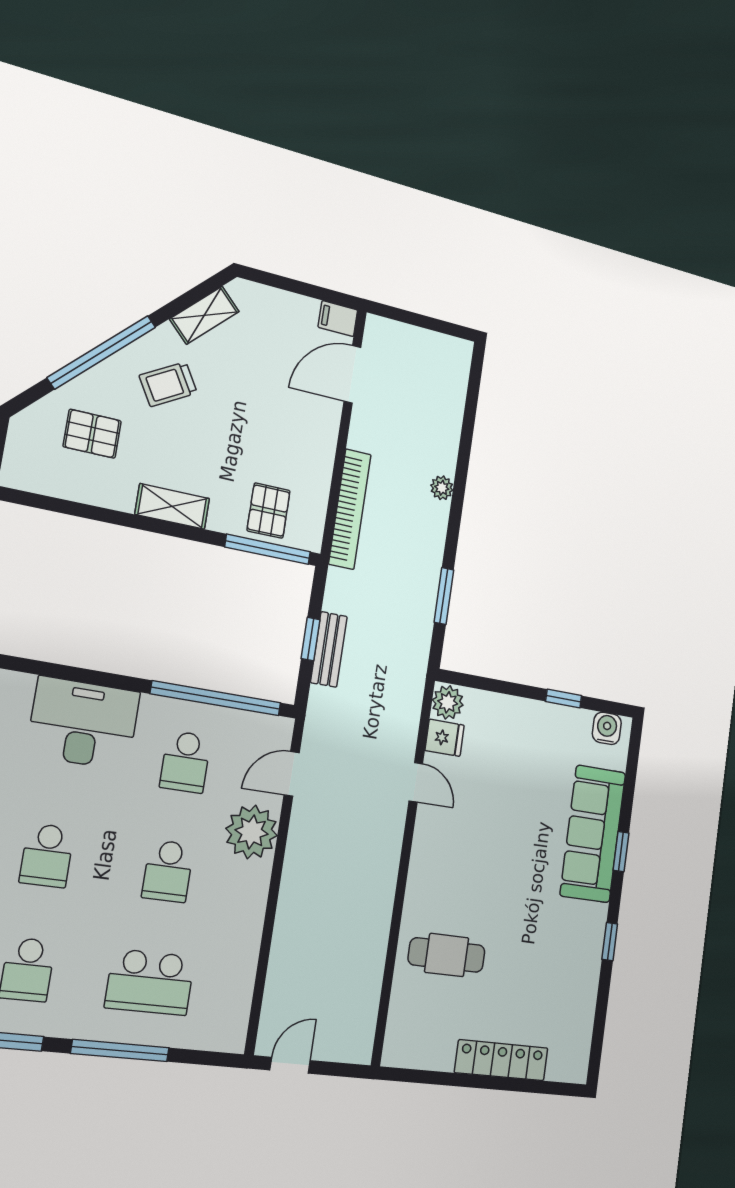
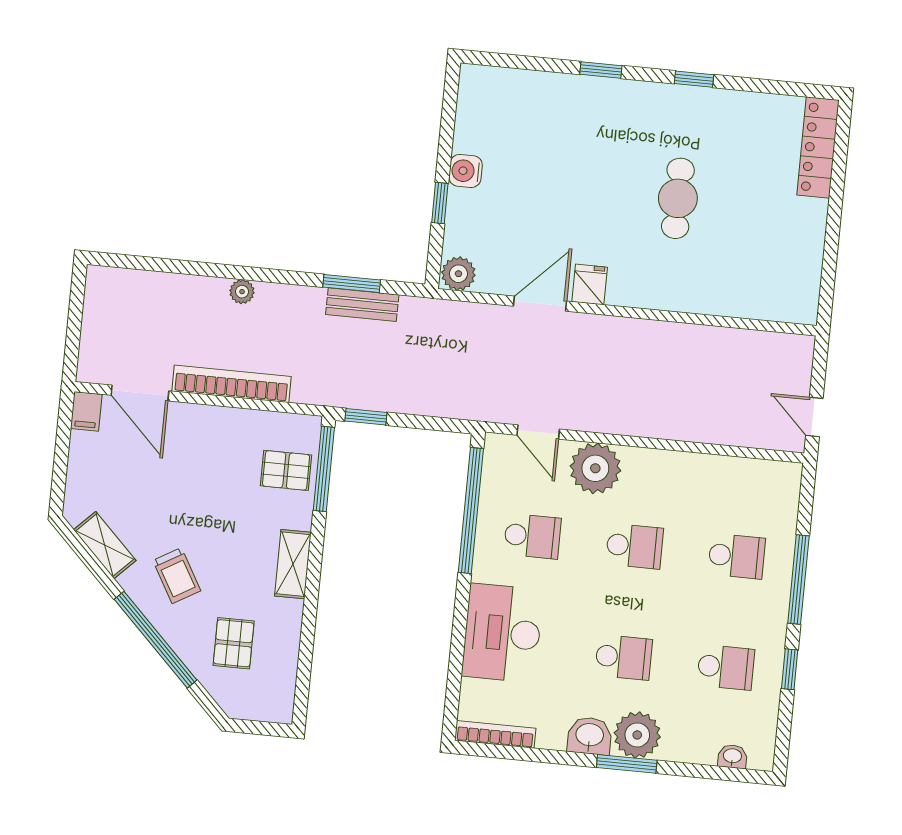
bookcase: (350, 509) -> (231, 384), moved
window: (311, 639) -> (366, 417), moved
bench: (329, 649) -> (362, 305), moved
window: (564, 699) -> (440, 203), moved
water cooler: (607, 728) -> (466, 171), moved
fridge: (445, 738) -> (590, 284), moved
door: (416, 782) -> (540, 304), width x1.38
sofa: (593, 834) -> (584, 104), removed
cafe table: (447, 955) -> (678, 198), moved
school desk: (150, 982) -> (737, 556), width x0.54
locker: (501, 1060) -> (818, 148), moved

